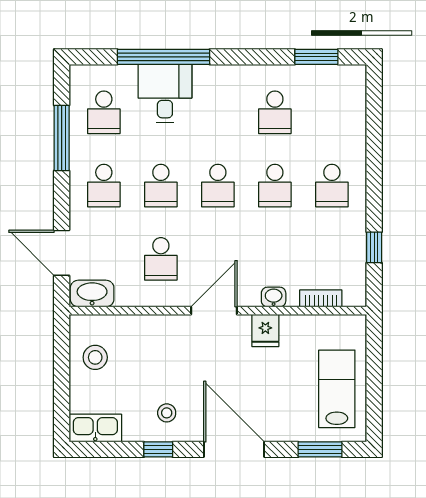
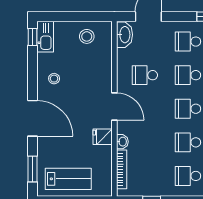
bookcase: (321, 298) -> (122, 169), width x1.56
window: (158, 449) -> (33, 37), moved
door: (234, 449) -> (33, 118), hinge flipped

